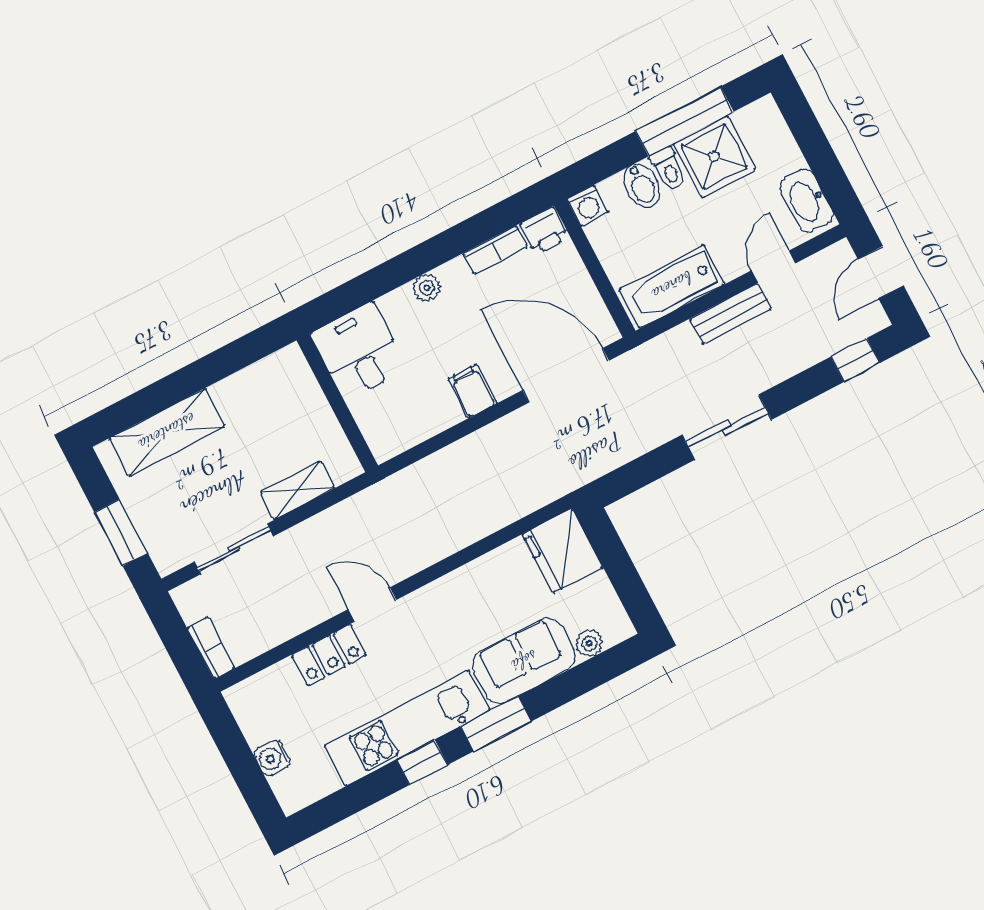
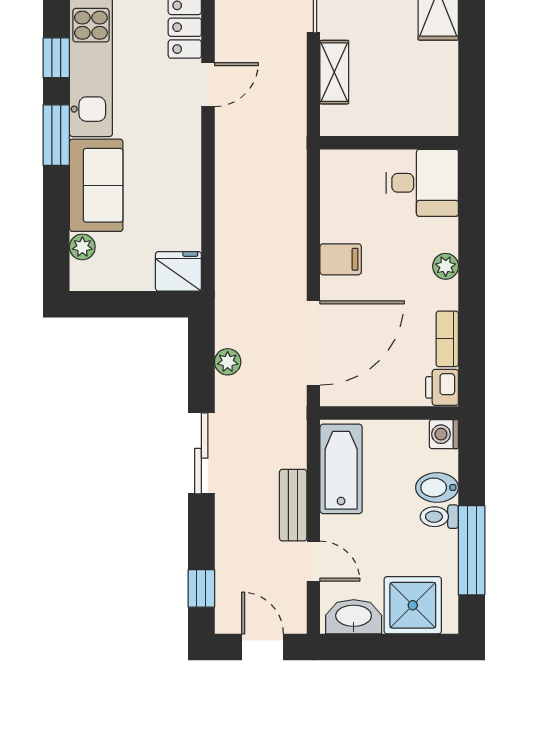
shower: (714, 157) -> (413, 605), moved
plant: (626, 448) -> (228, 362), added
fridge: (562, 551) -> (178, 271), width x0.73, depth x0.75

